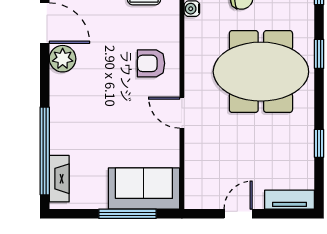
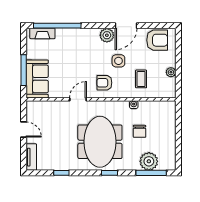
side table: (110, 37) -> (118, 61), added
armchair: (151, 63) -> (104, 83), turned -90

